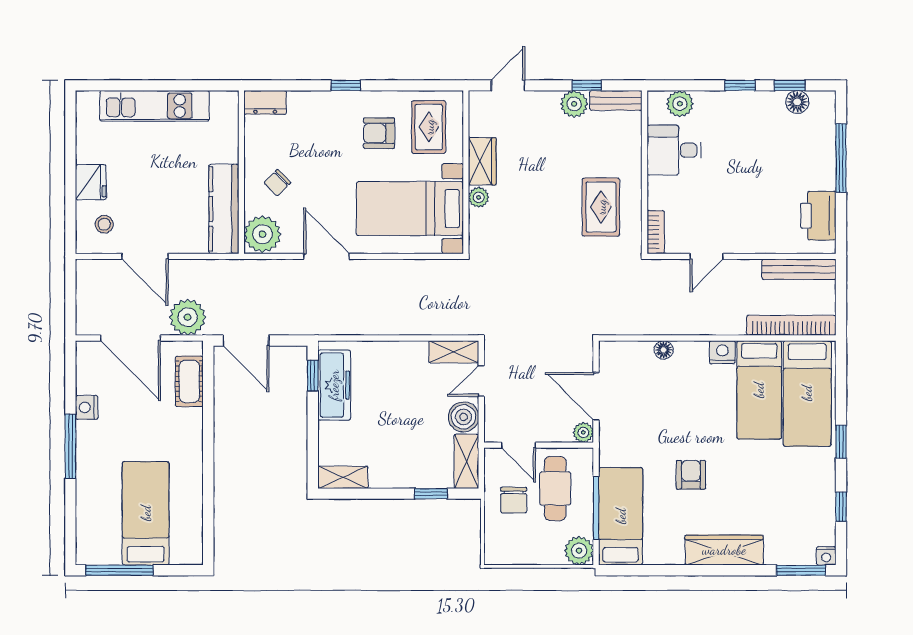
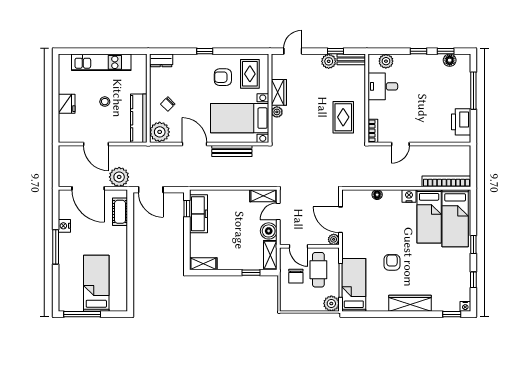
stool: (104, 224) -> (105, 102), moved
bench: (799, 269) -> (232, 151), moved
window: (801, 570) -> (452, 314), width x0.67

